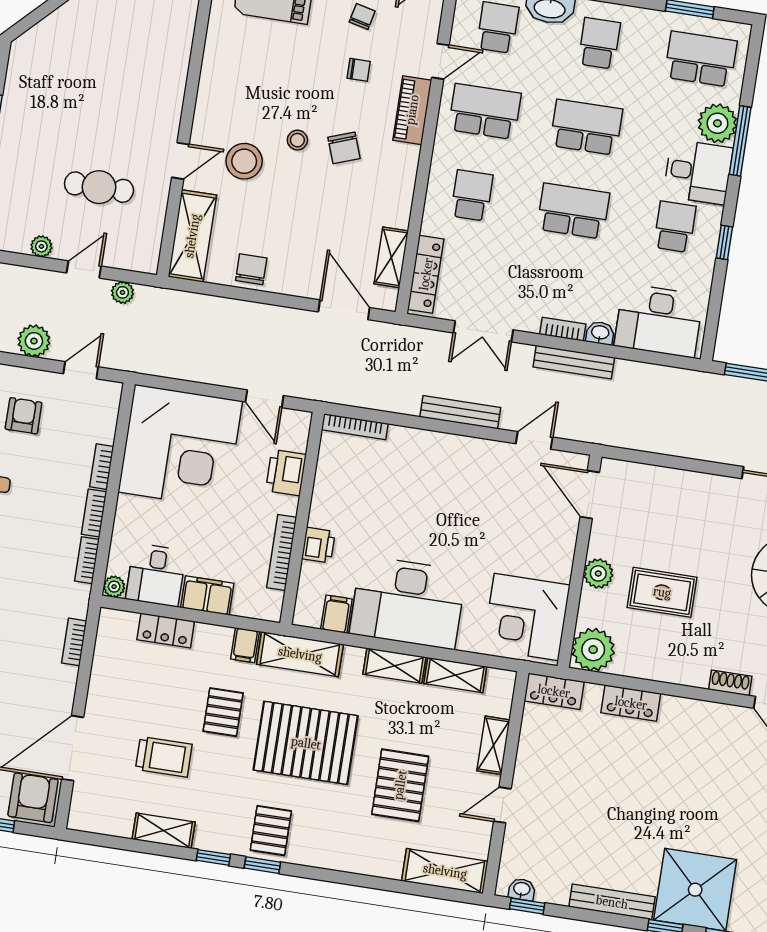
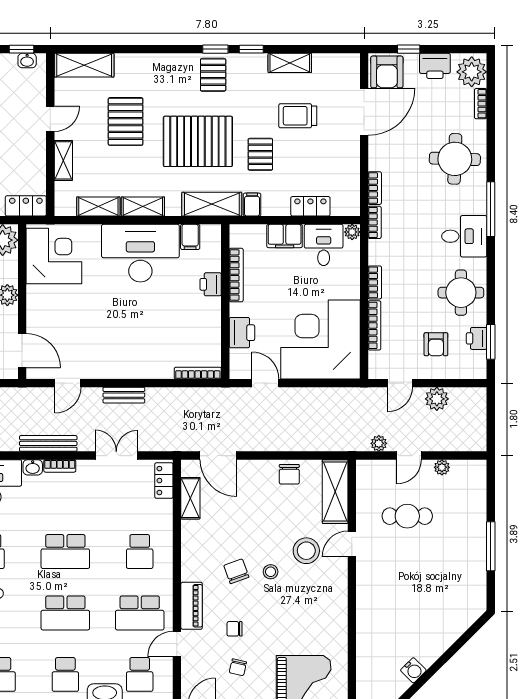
locker: (426, 274) -> (164, 481), width x0.66
bench: (460, 412) -> (124, 395), width x0.73
bookcase: (102, 467) -> (374, 325), width x1.56
bookcase: (87, 560) -> (375, 222), moved

